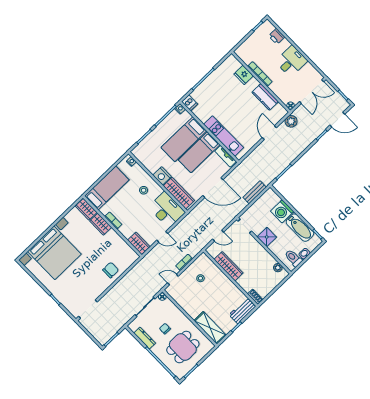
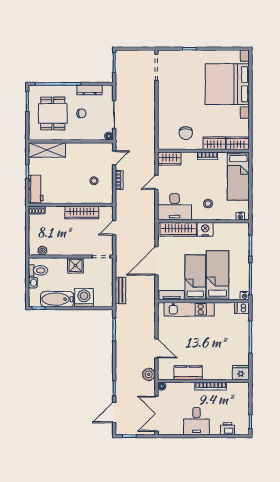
fridge: (244, 75) -> (241, 373), moved
chair: (111, 270) -> (186, 133), moved

